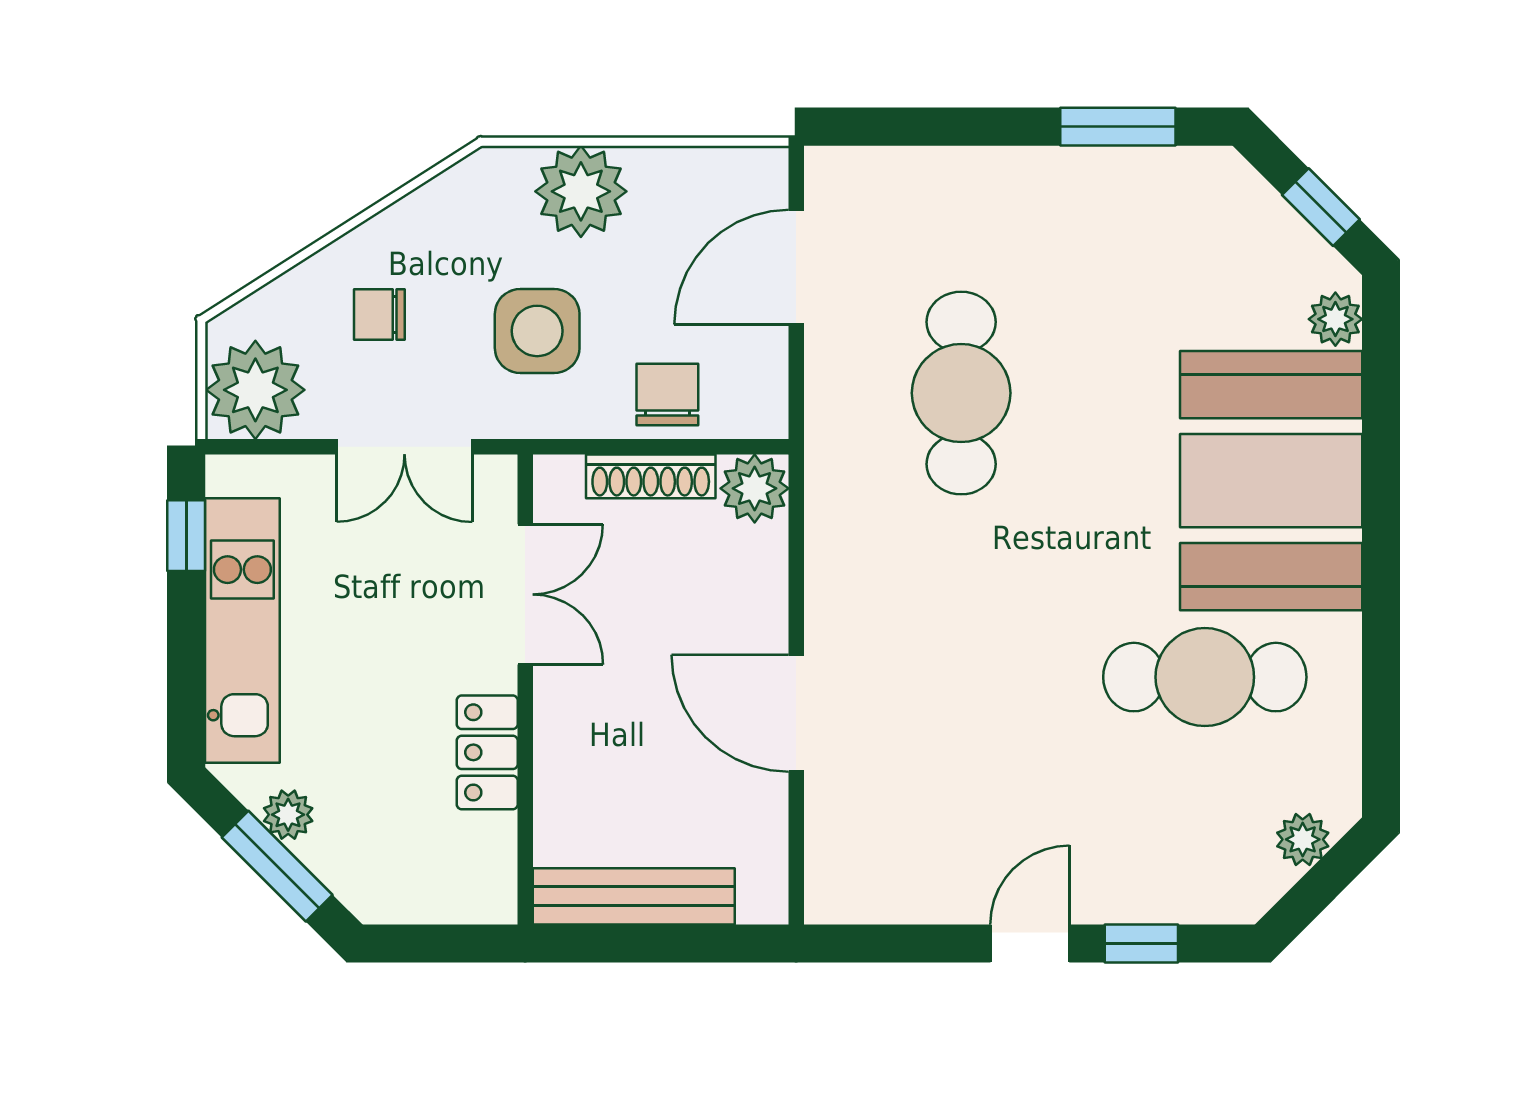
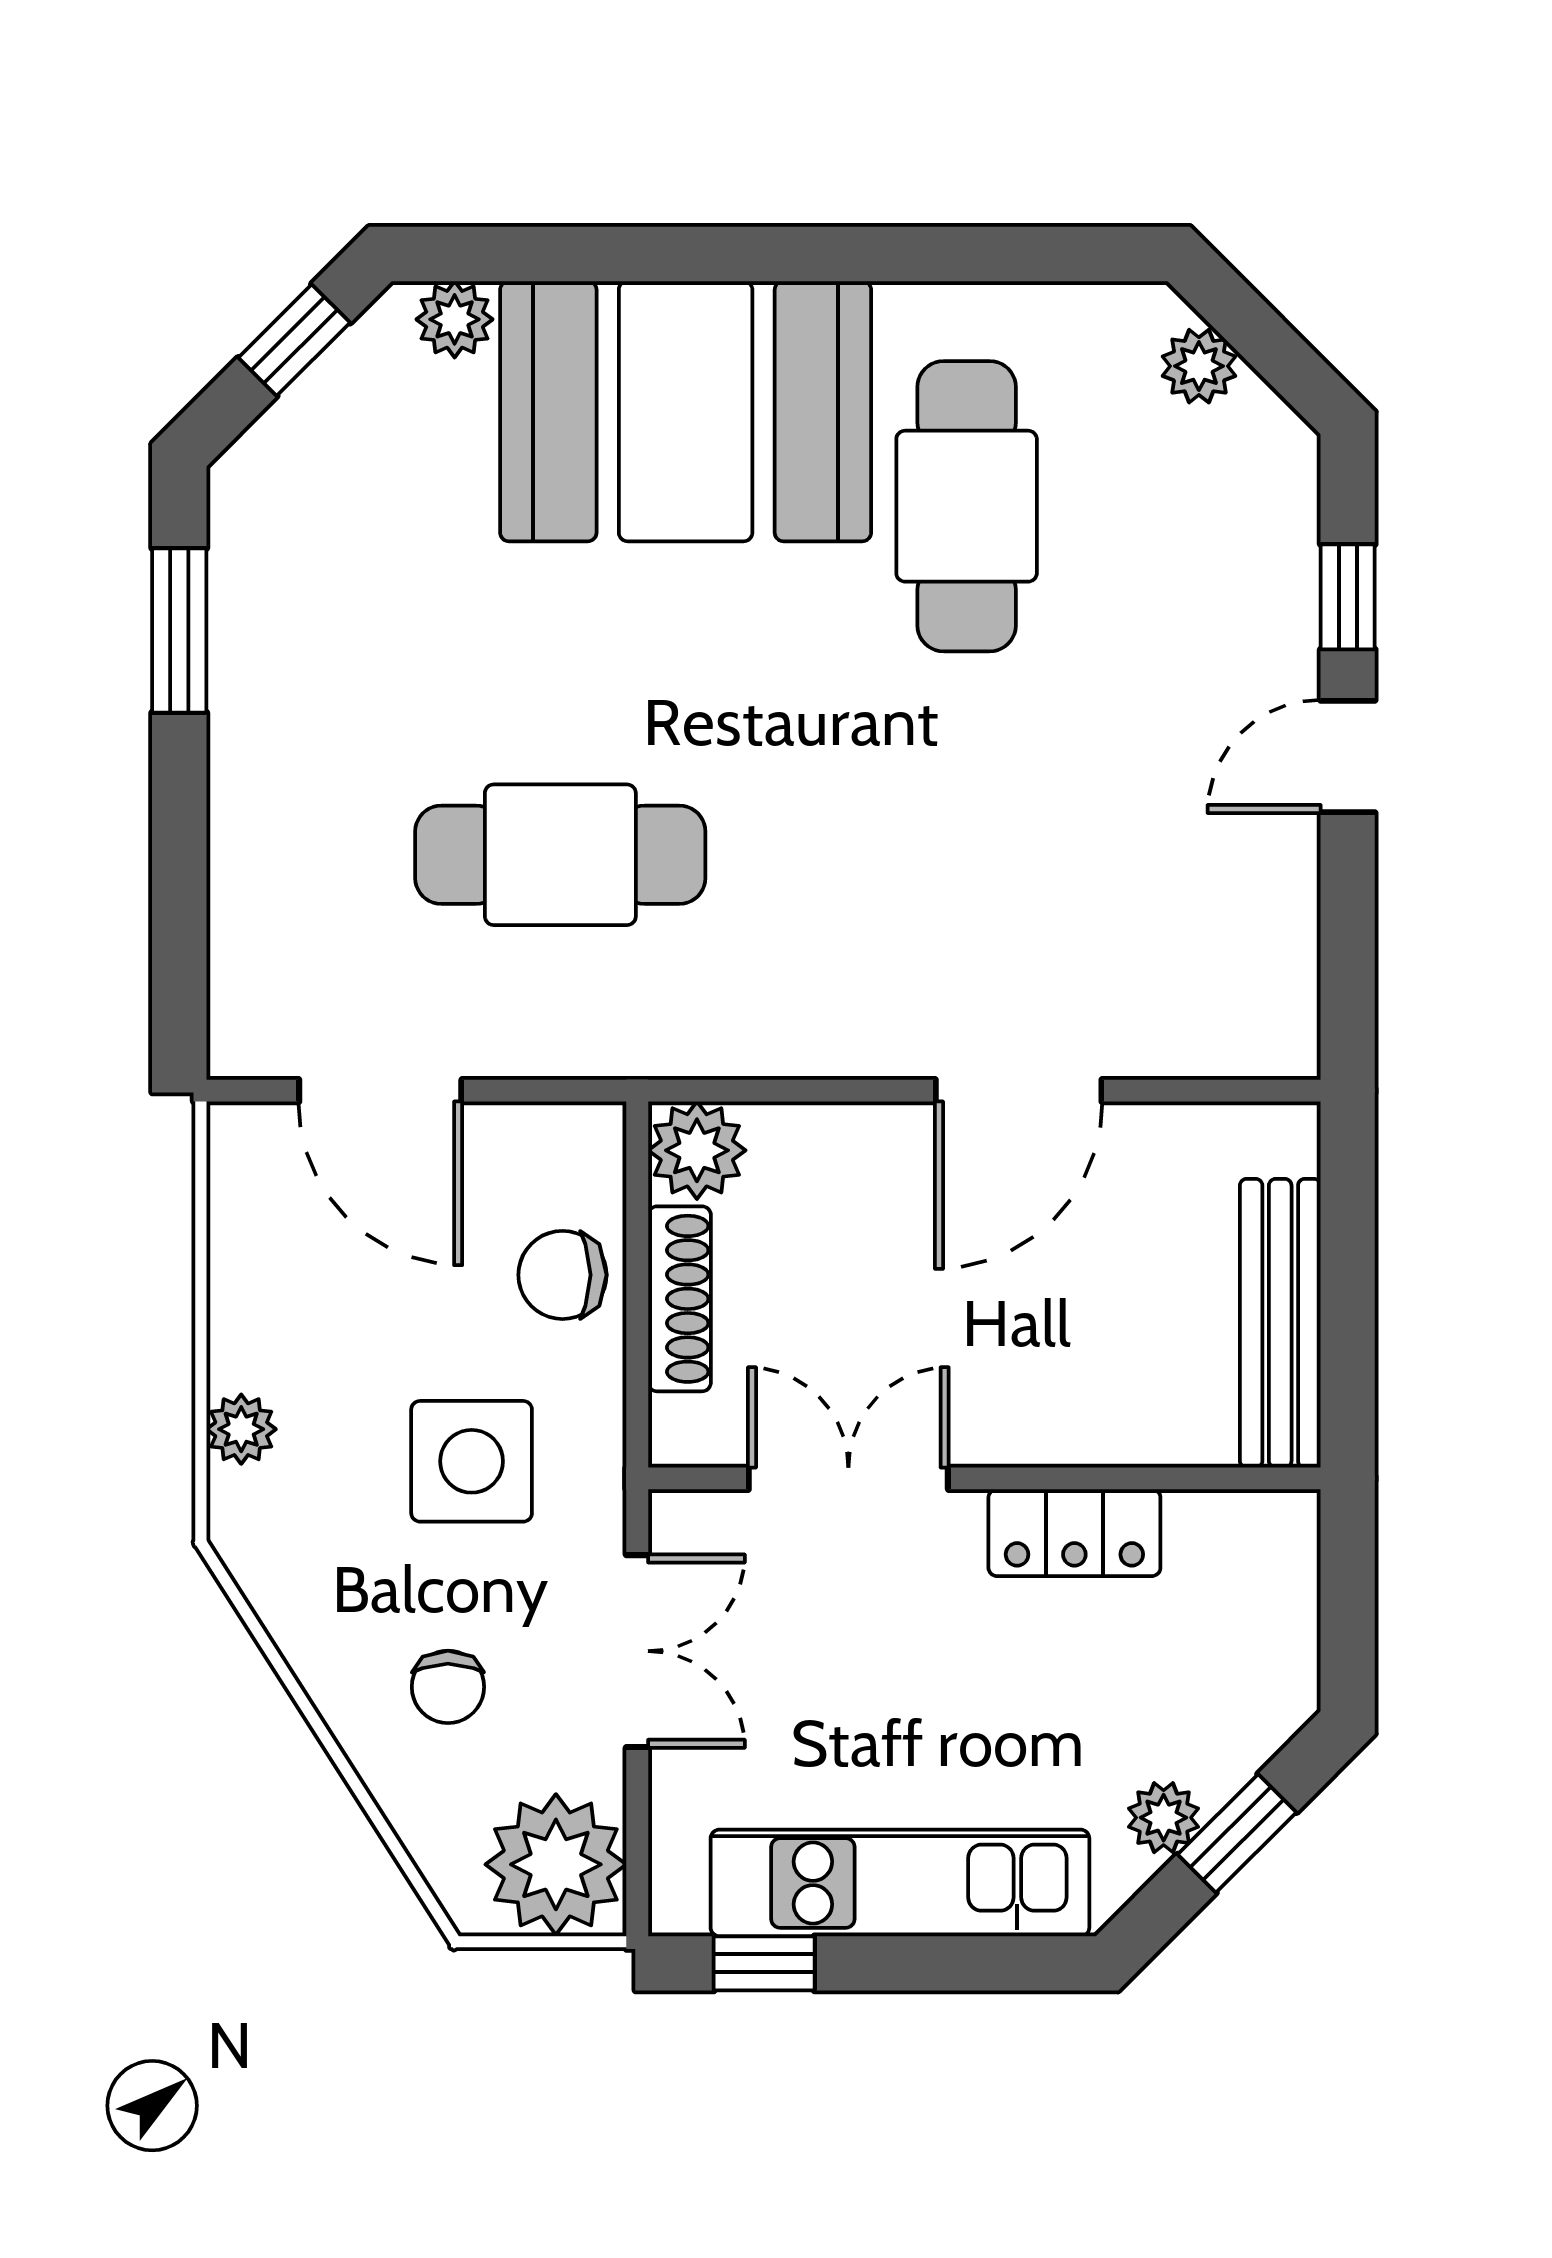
plant: (581, 191) -> (241, 1429), width x0.53, depth x0.53
window: (277, 866) -> (1237, 1833), width x0.67
door: (1030, 943) -> (1348, 756), hinge flipped

